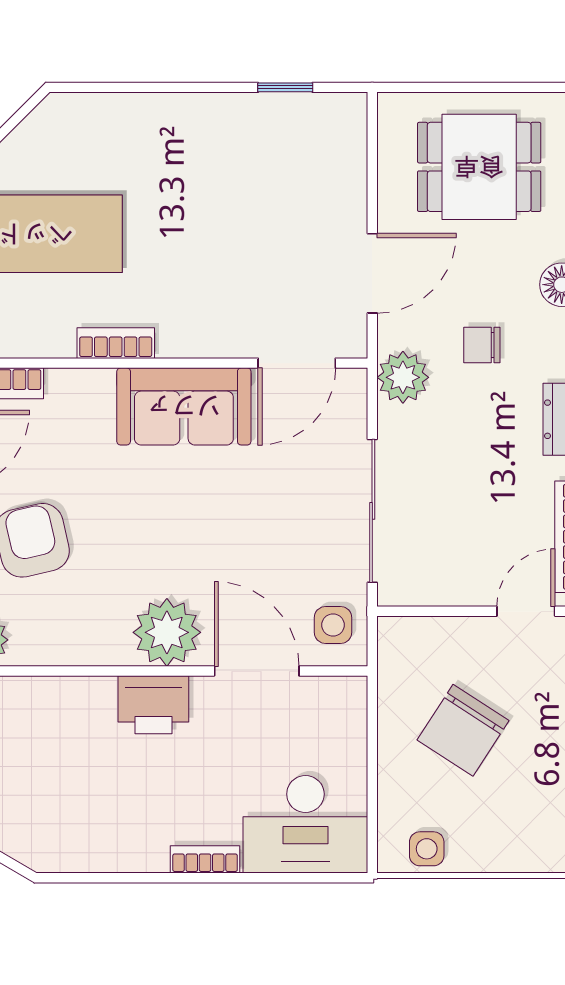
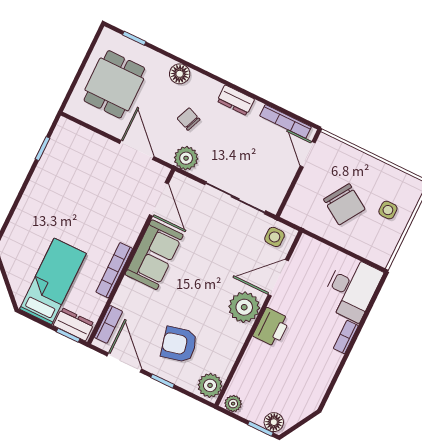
bookcase: (116, 343) -> (114, 270), width x1.56
chair: (482, 345) -> (189, 119), turned 112
side table: (427, 849) -> (388, 210), moved

